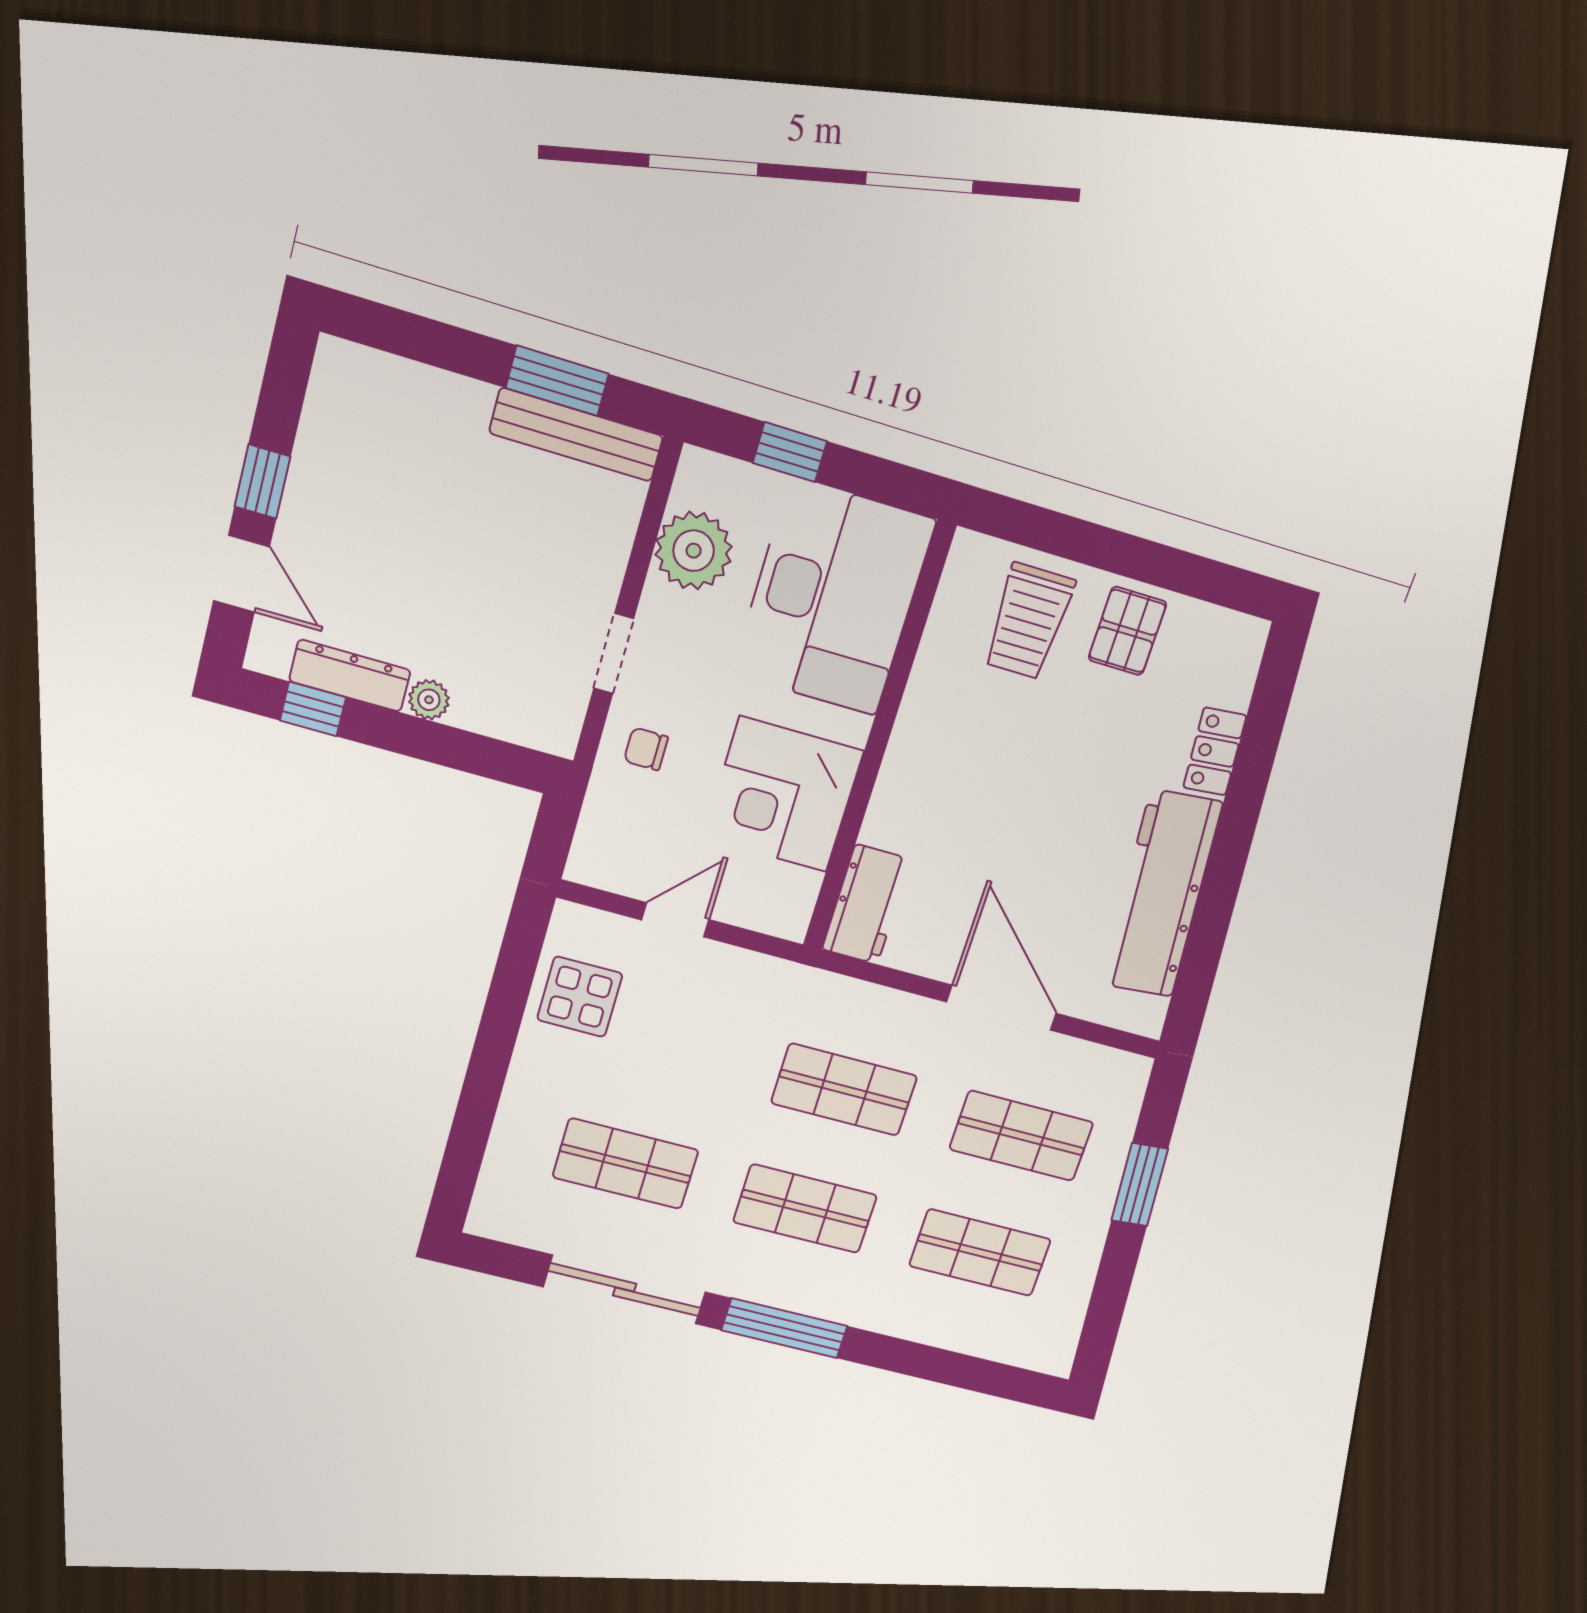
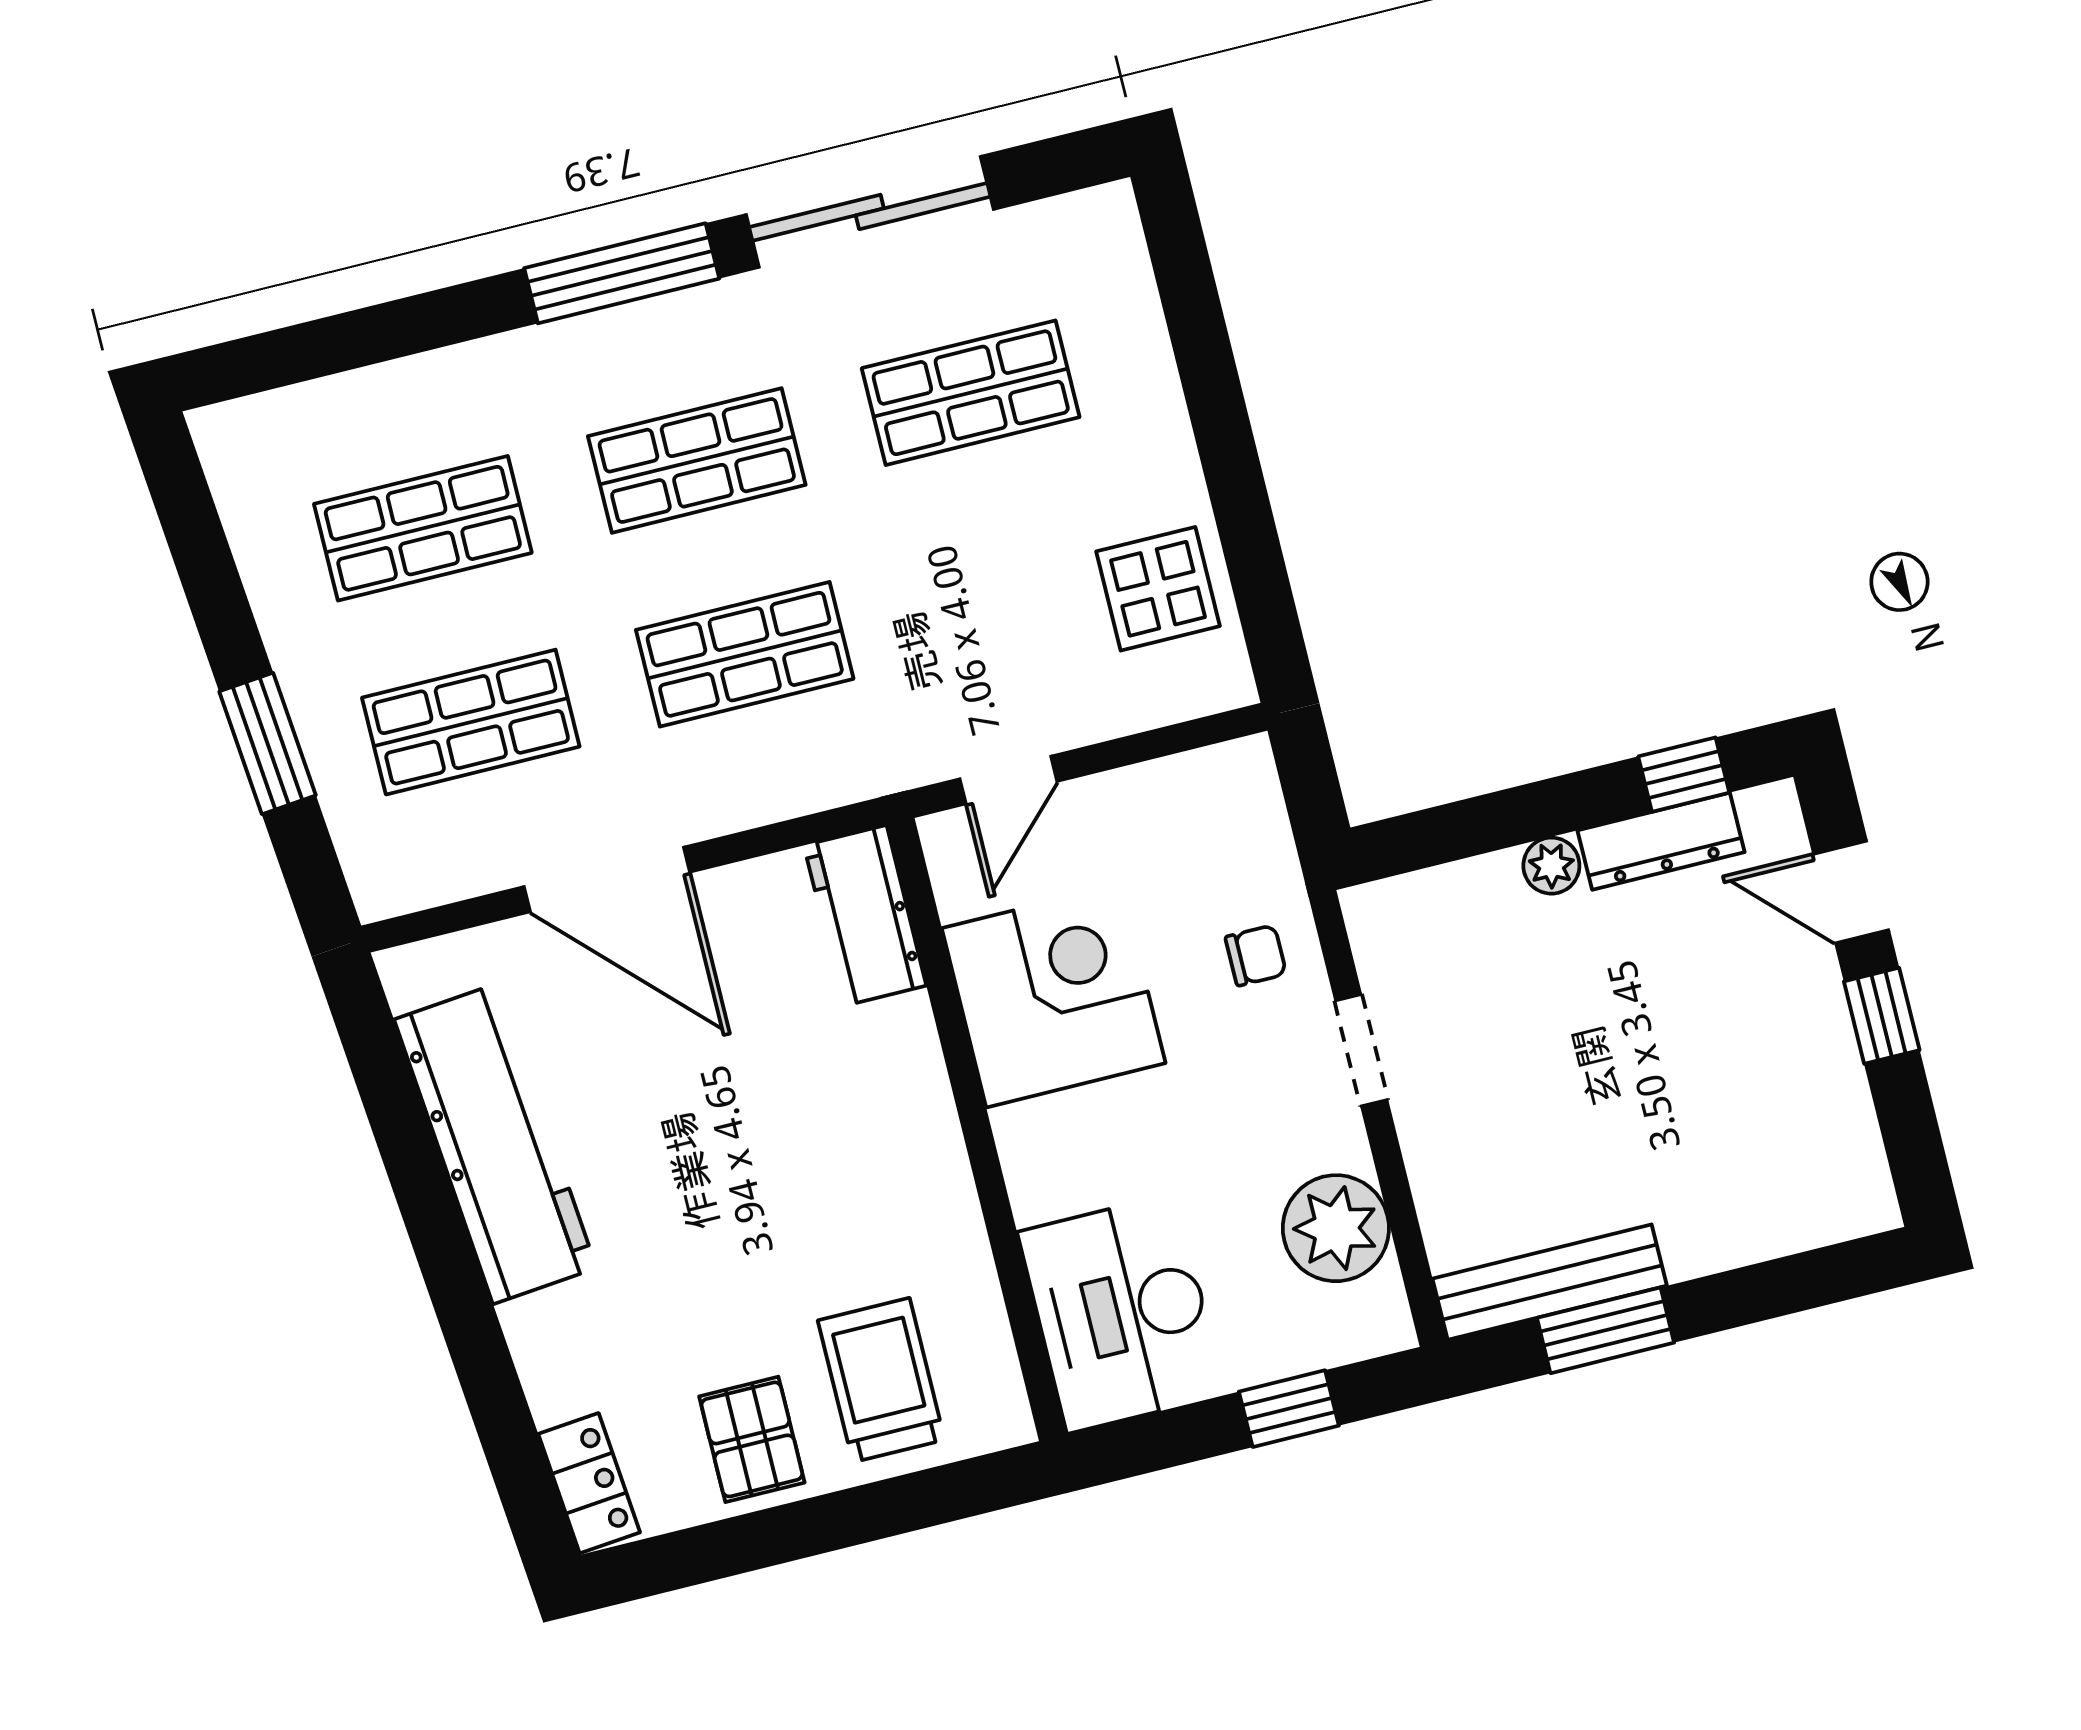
desk: (833, 597) -> (1121, 1313), width x0.73, depth x0.77
locker: (1215, 752) -> (589, 1483), moved
door: (675, 920) -> (1008, 780), moved

